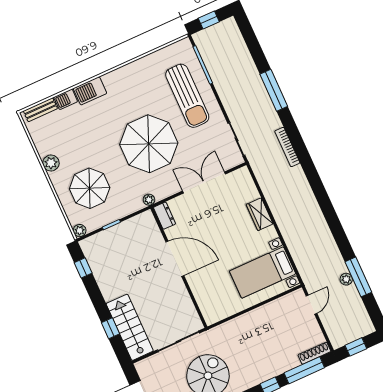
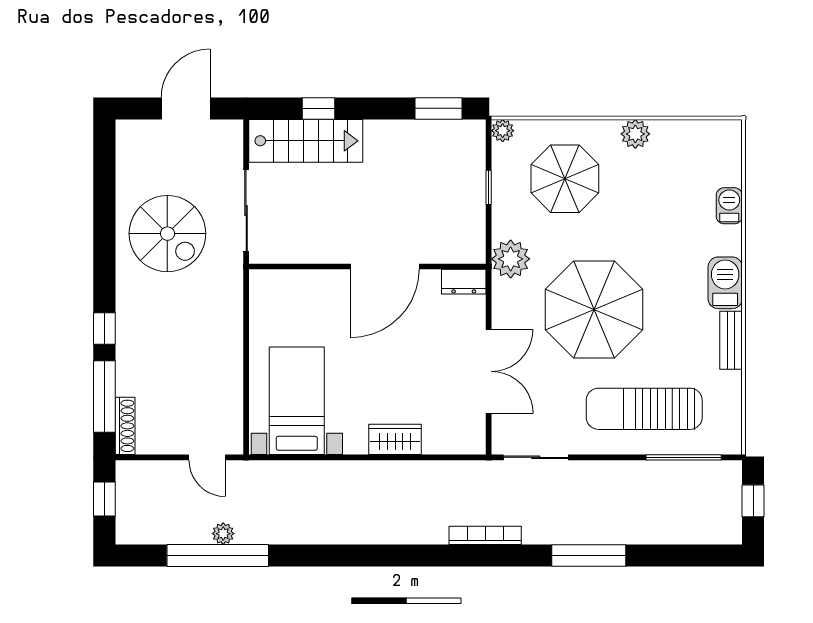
barbecue: (90, 91) -> (725, 283), moved
bench: (40, 110) -> (731, 340), moved
plant: (149, 200) -> (511, 259), width x1.87, depth x1.87
window: (83, 268) -> (438, 108), width x1.50
window: (358, 277) -> (218, 555), width x1.46

